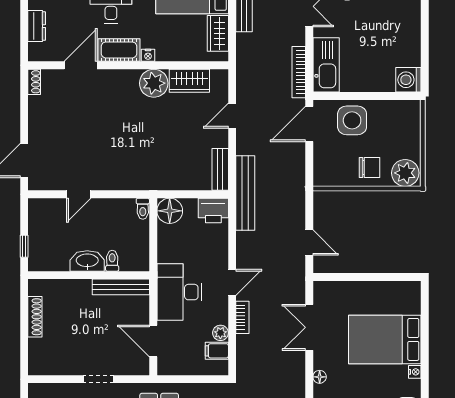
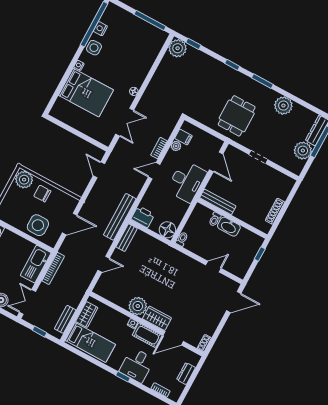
wardrobe: (189, 81) -> (157, 318), moved
door: (309, 124) -> (70, 224), moved

